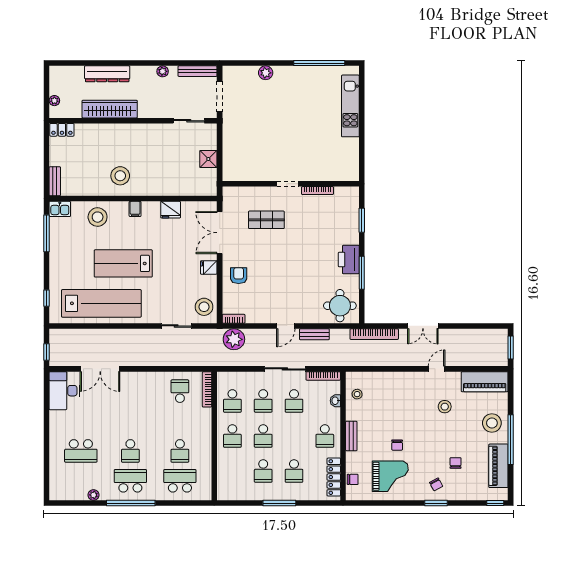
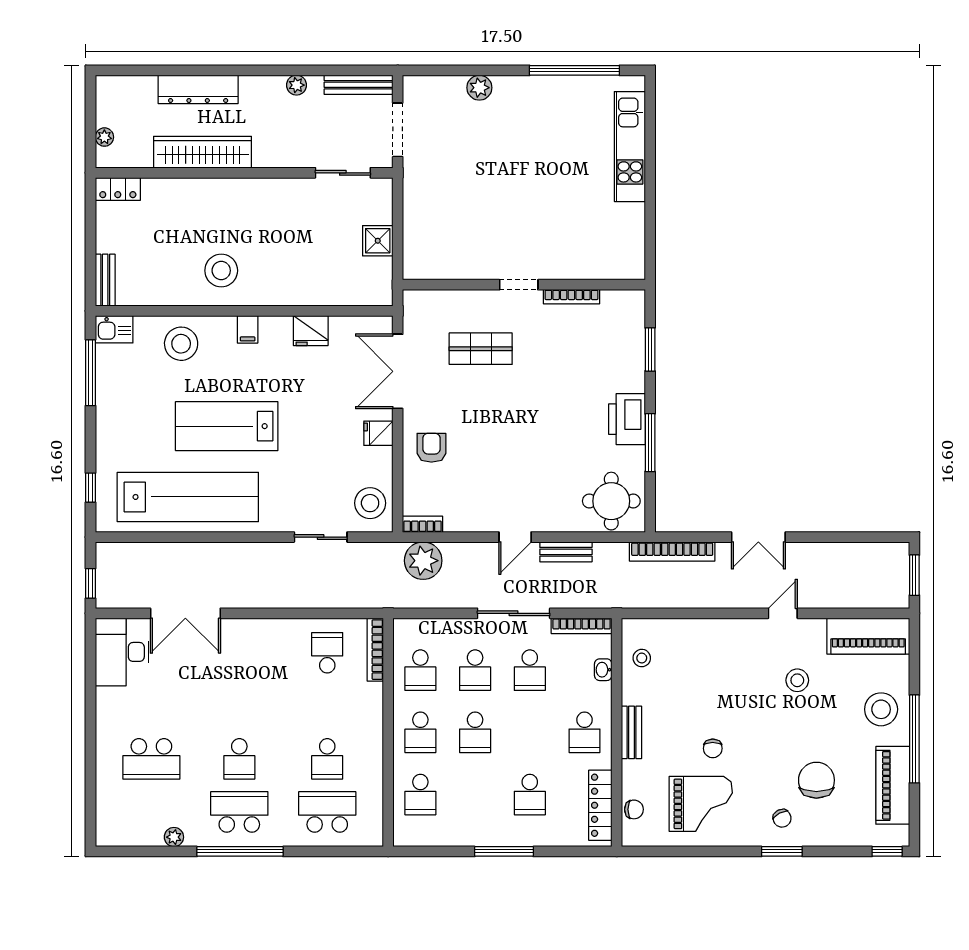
chair: (456, 463) -> (816, 780), width x1.87, depth x1.87
school desk: (263, 471) -> (420, 795), moved

